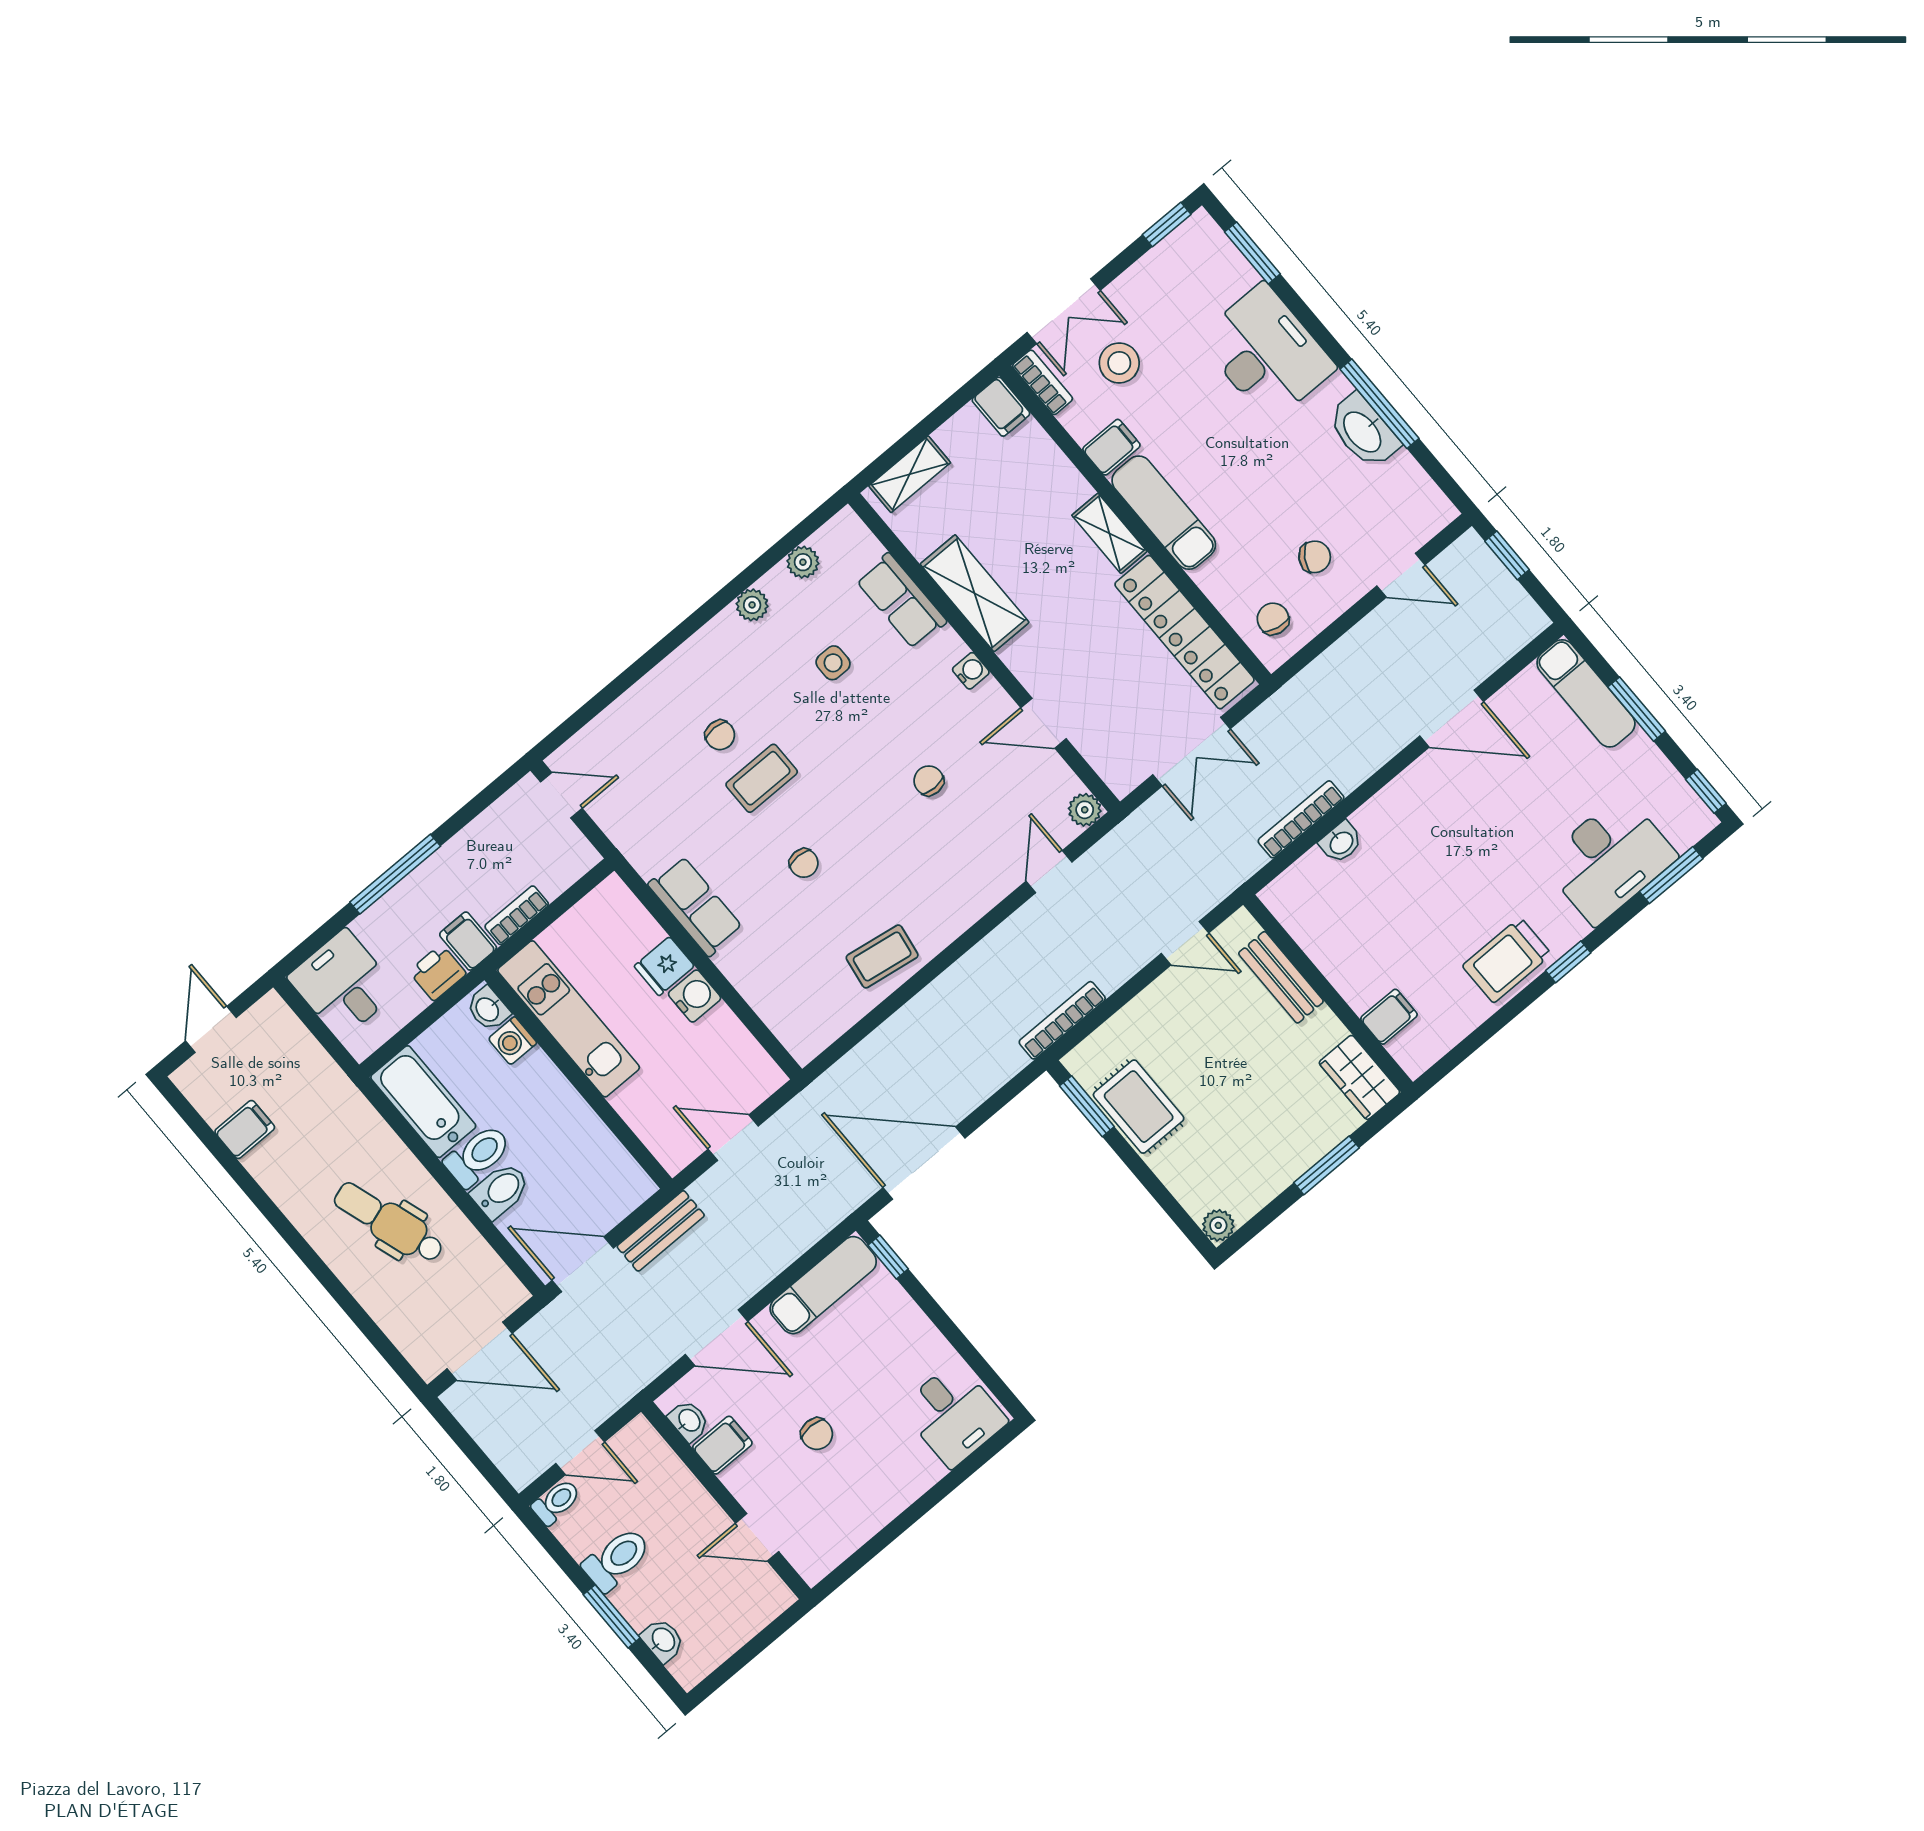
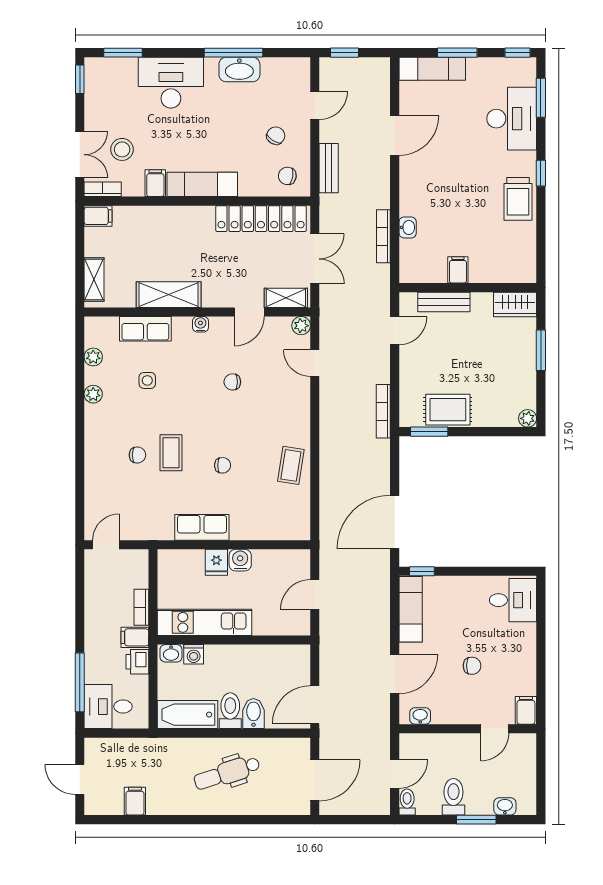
shelving: (1109, 533) -> (286, 298), moved
window: (395, 874) -> (80, 682), moved
filing cabinet: (1389, 1017) -> (458, 270), moved
bench: (661, 1231) -> (329, 168), moved
filing cabinet: (722, 1445) -> (526, 710), moved

